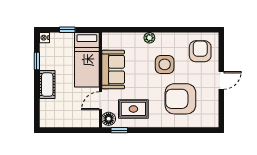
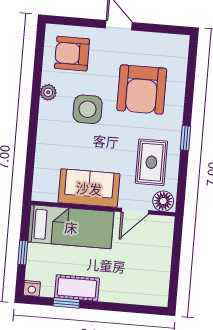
plant: (149, 38) -> (48, 92), moved
cot: (47, 85) -> (77, 288), moved
door: (101, 101) -> (135, 211), hinge flipped
window: (119, 130) -> (186, 138), moved

